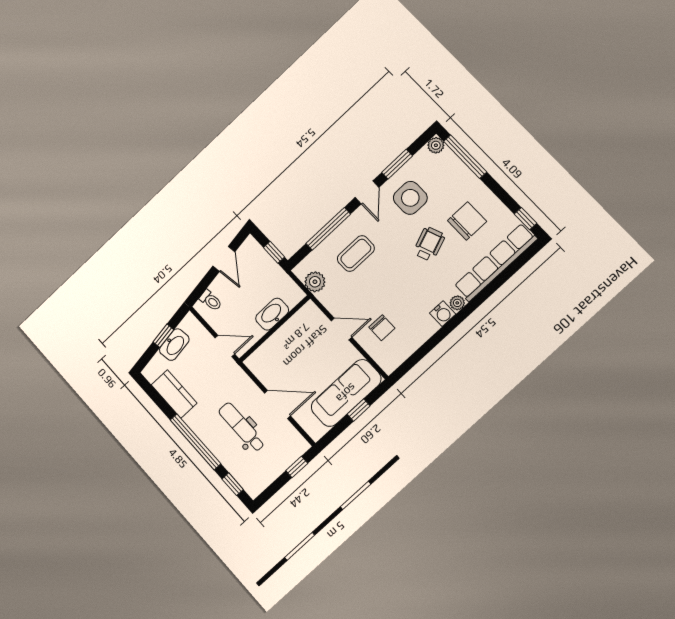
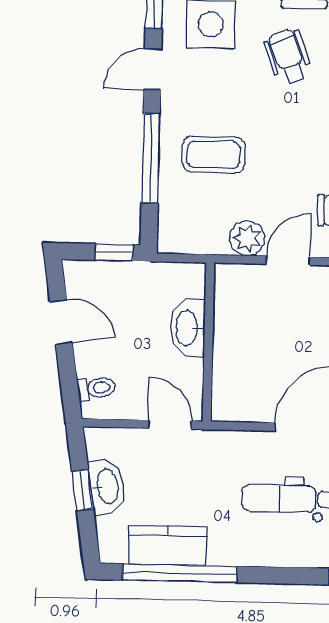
door: (367, 192) -> (153, 69), swing flipped
coffee table: (356, 254) -> (214, 155), turned 90
plant: (315, 282) -> (247, 238), moved
door: (225, 346) -> (170, 425), hinge flipped
window: (195, 442) -> (180, 573), moved

